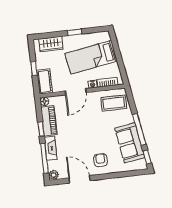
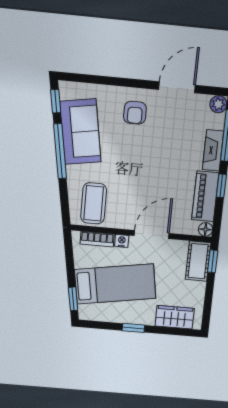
window: (115, 43) -> (73, 299), added
window: (34, 68) -> (213, 261), moved
coffee table: (114, 103) -> (94, 203), turned 90
door: (79, 179) -> (177, 87), swing flipped

